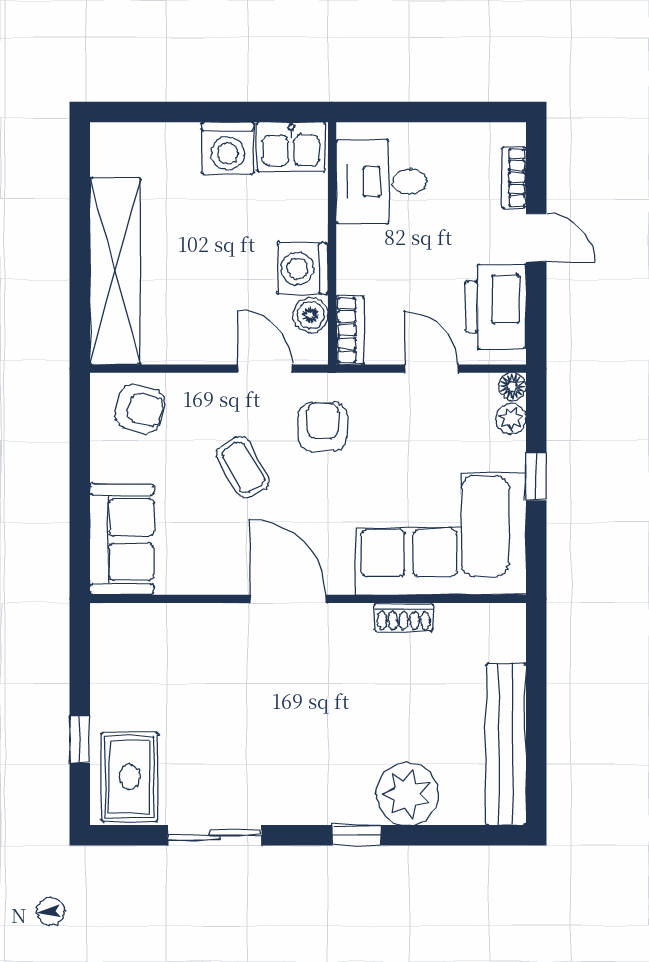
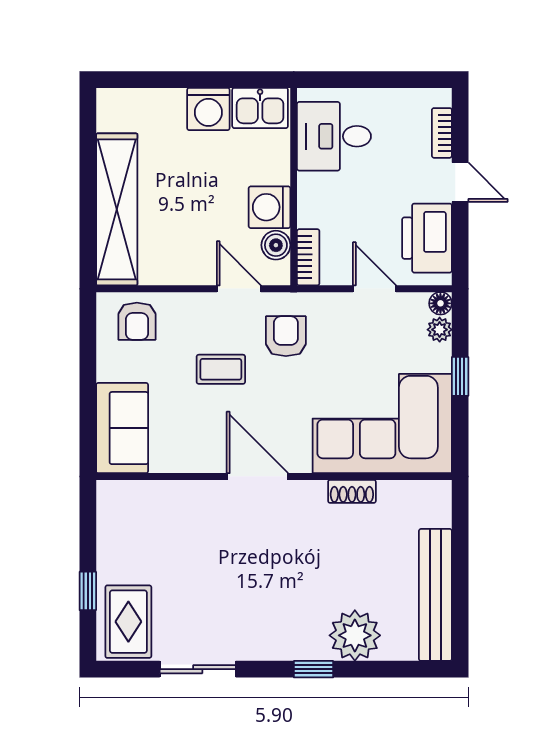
armchair: (140, 408) -> (137, 321), turned 75
coffee table: (243, 467) -> (221, 369), turned -60

